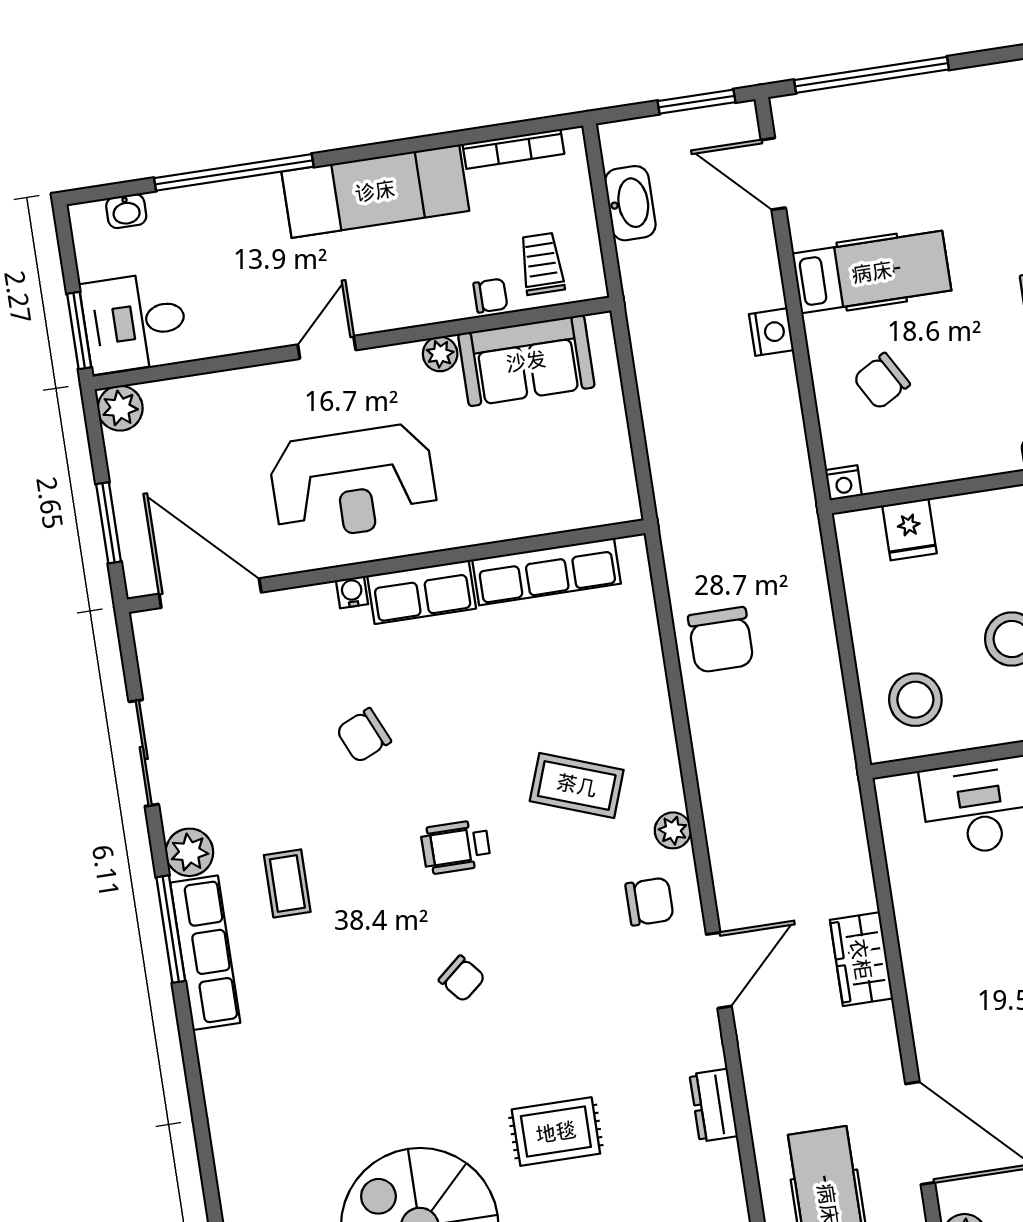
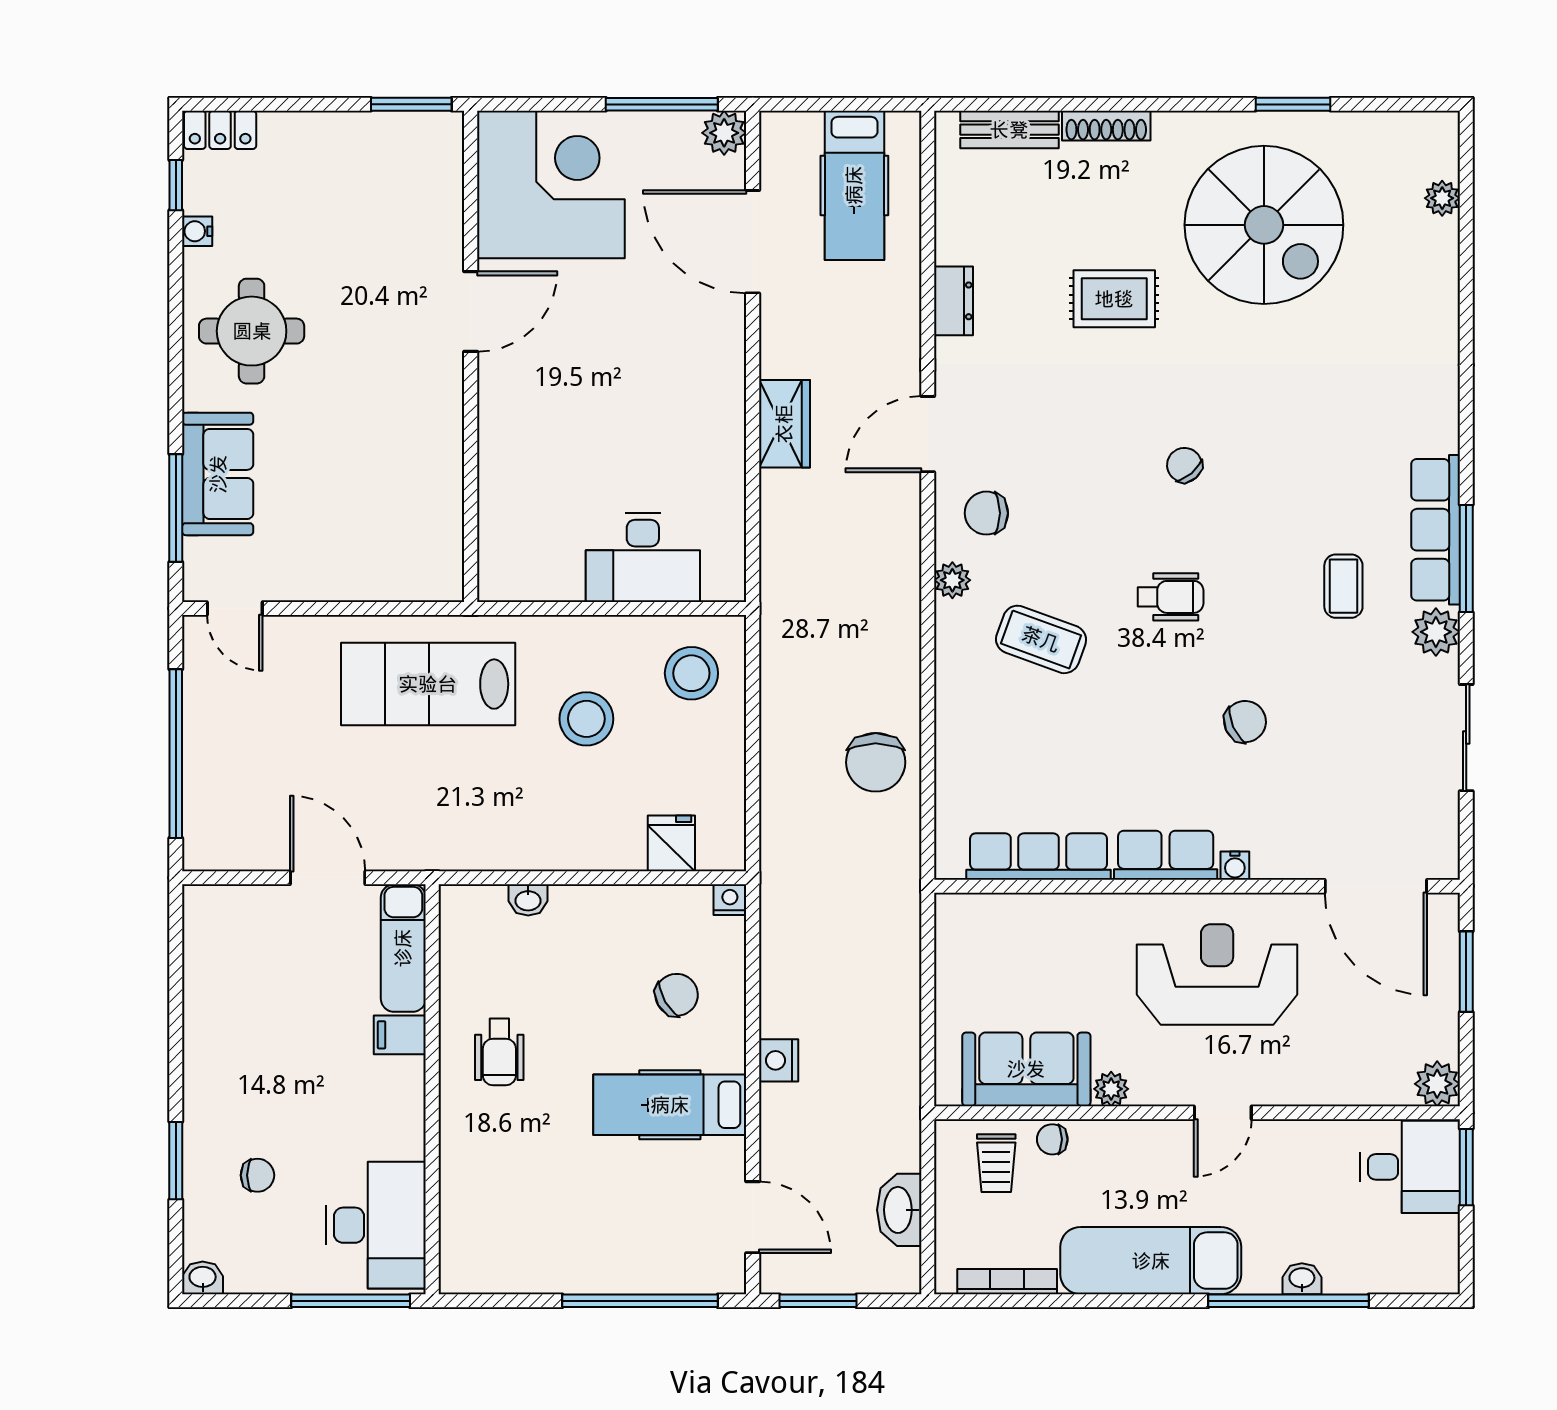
washbasin: (126, 211) -> (1302, 1279), moved
chair: (721, 640) -> (876, 762), turned 180

